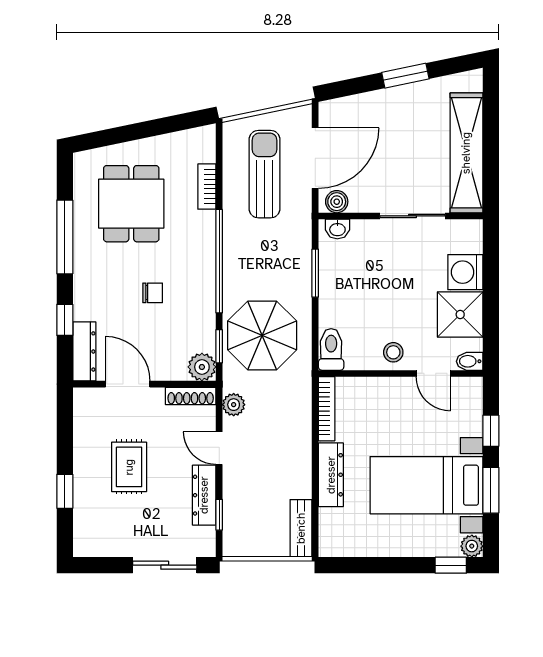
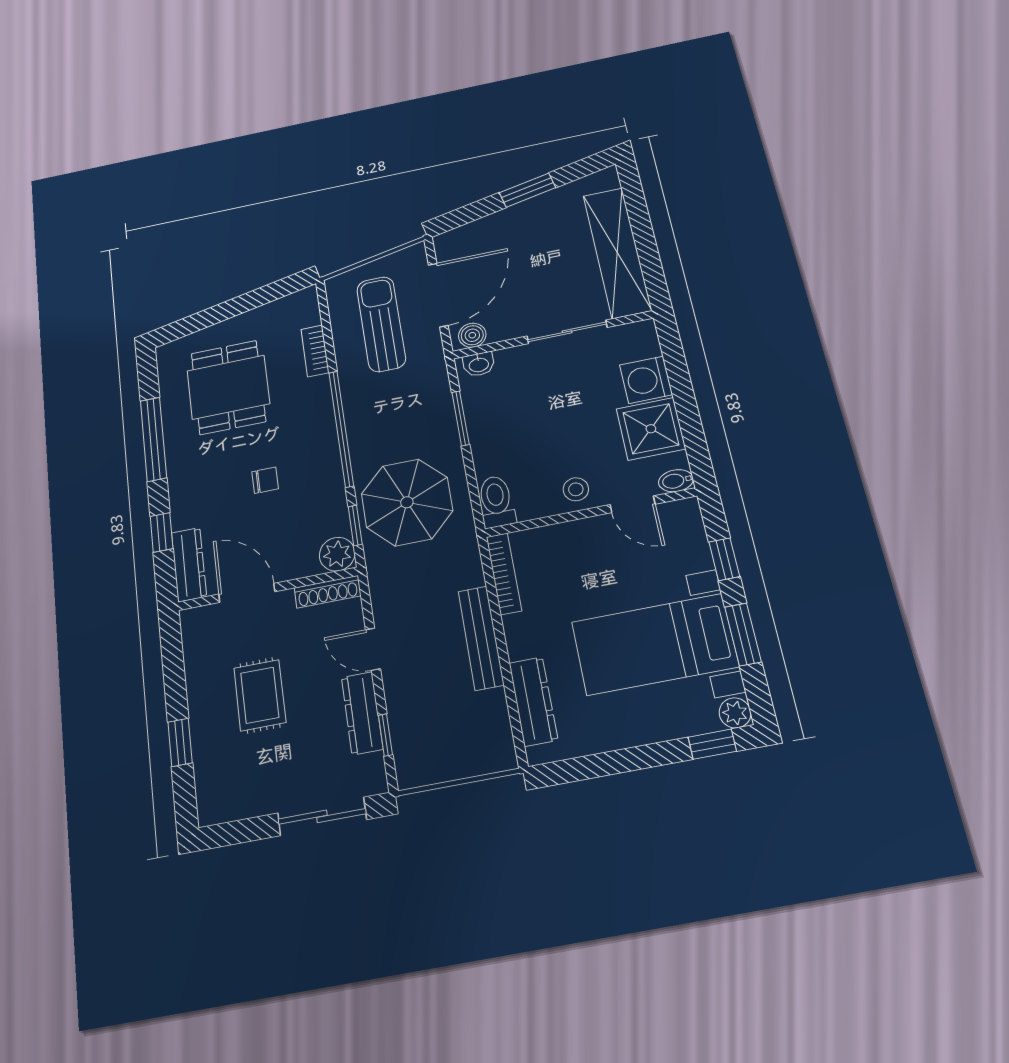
plant: (234, 405) -> (384, 592), removed
dresser: (331, 475) -> (533, 701), moved
bench: (301, 528) -> (481, 638), moved, width x1.36

